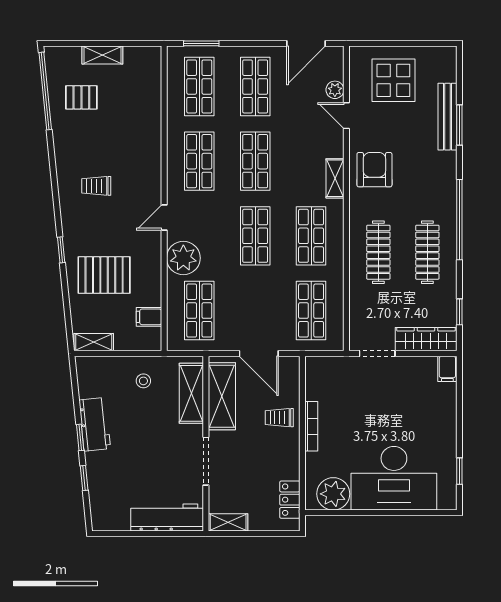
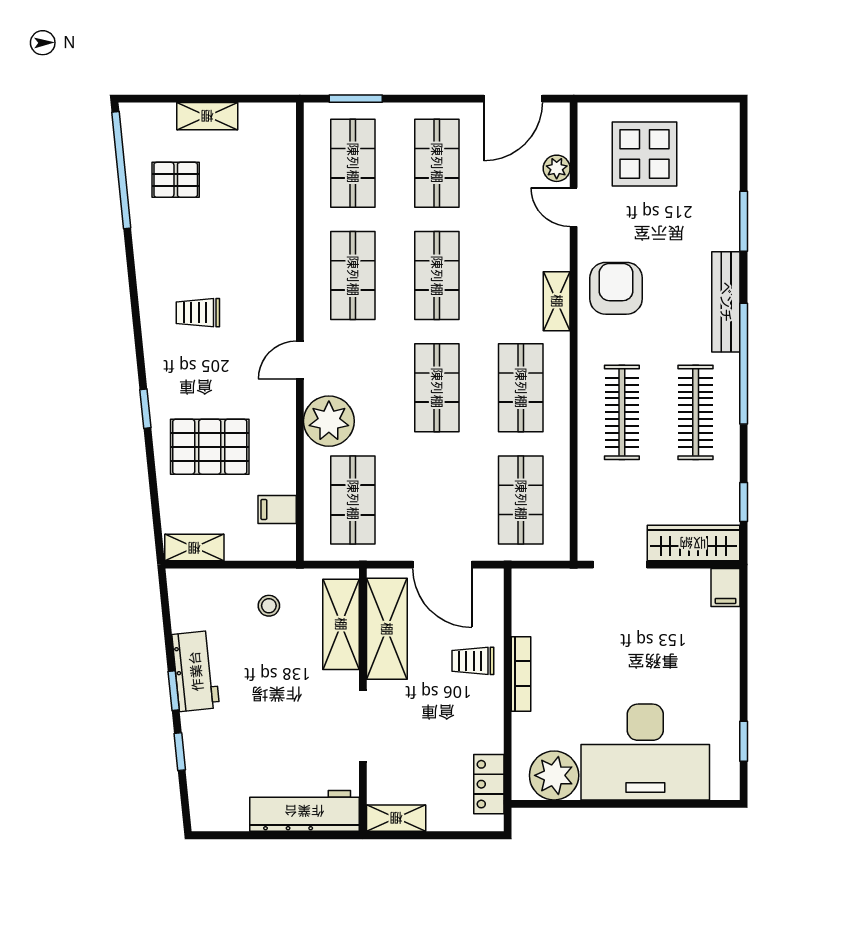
bench: (448, 117) -> (726, 302), moved

